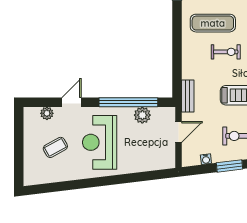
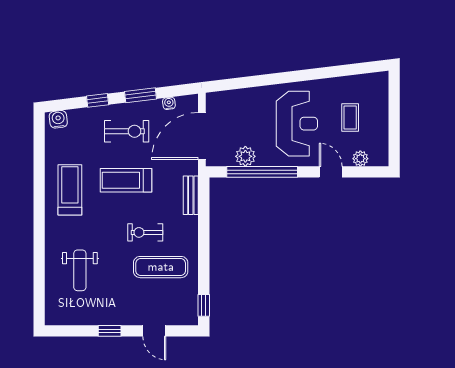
bench: (188, 96) -> (191, 195), moved
door: (72, 102) -> (331, 172), swing flipped
door: (179, 132) -> (202, 136), width x1.87
coffee table: (55, 147) -> (350, 117), turned -61

